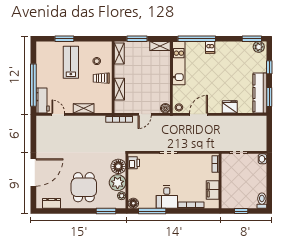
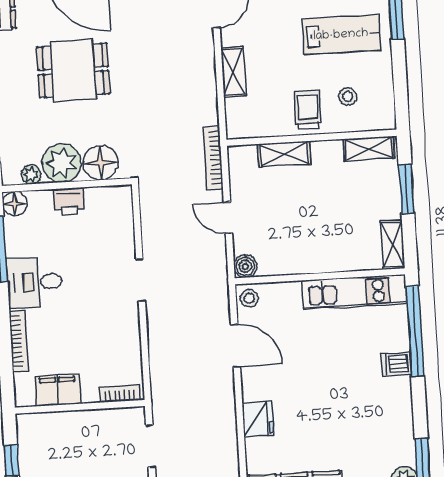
printer: (134, 163) -> (69, 201), moved
dining table: (84, 187) -> (73, 70), moved

